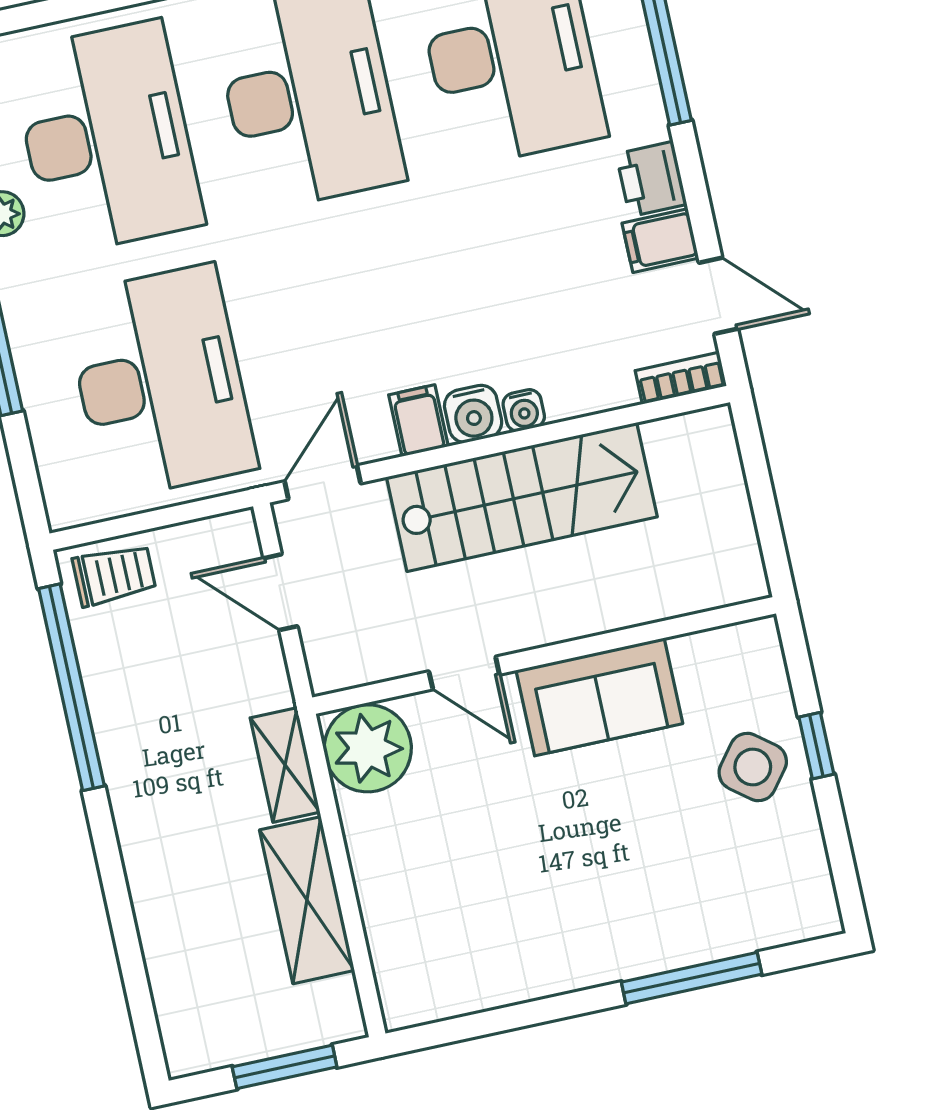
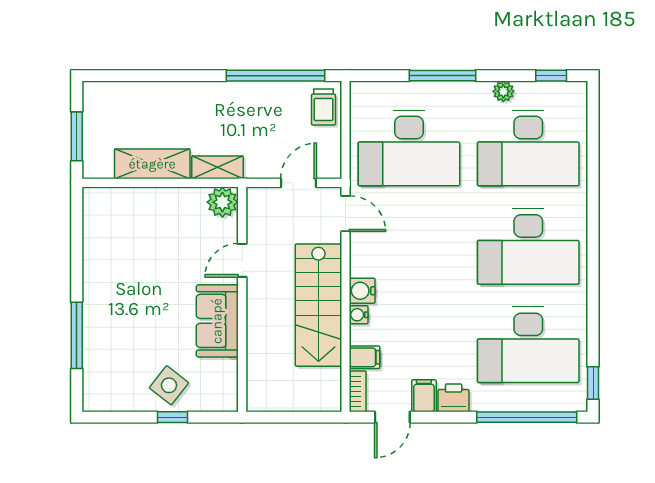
filing cabinet: (418, 421) -> (365, 357), moved
plant: (368, 748) -> (222, 202), width x0.73, depth x0.73

